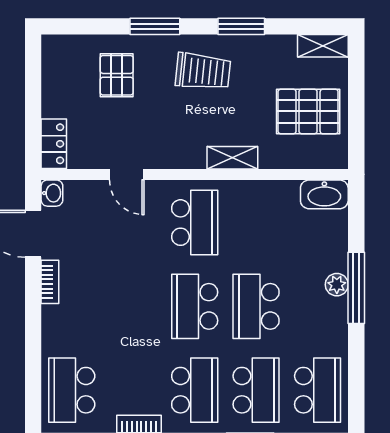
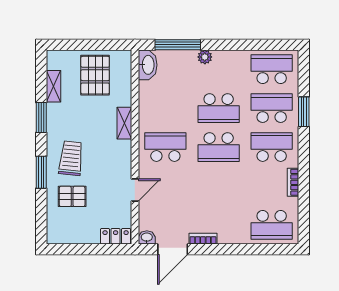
shelving: (323, 46) -> (53, 86), moved
trolley: (203, 71) -> (71, 158), moved
window: (356, 288) -> (178, 45), moved

